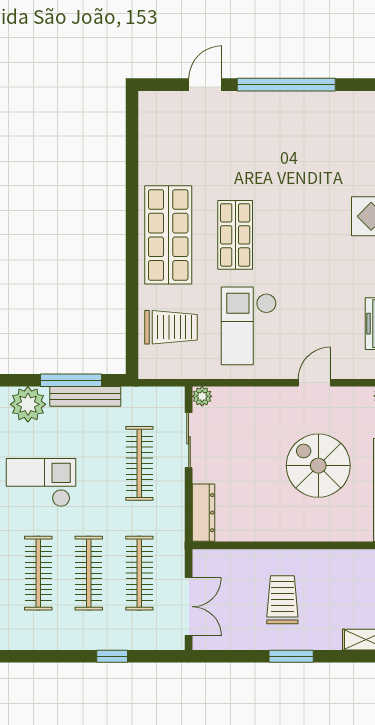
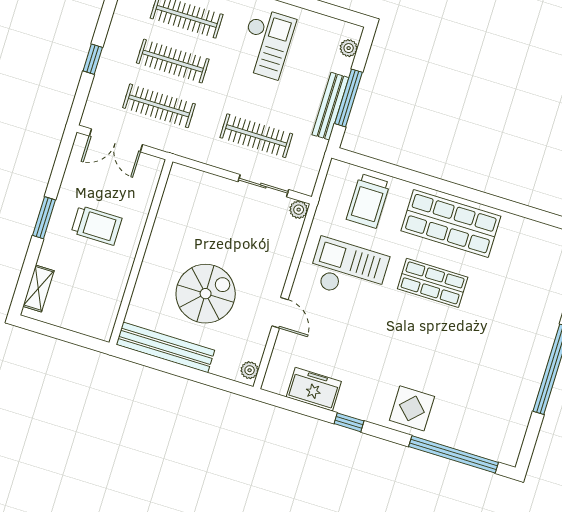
plant: (28, 404) -> (349, 48), width x0.53, depth x0.53
dresser: (204, 513) -> (195, 179), removed

